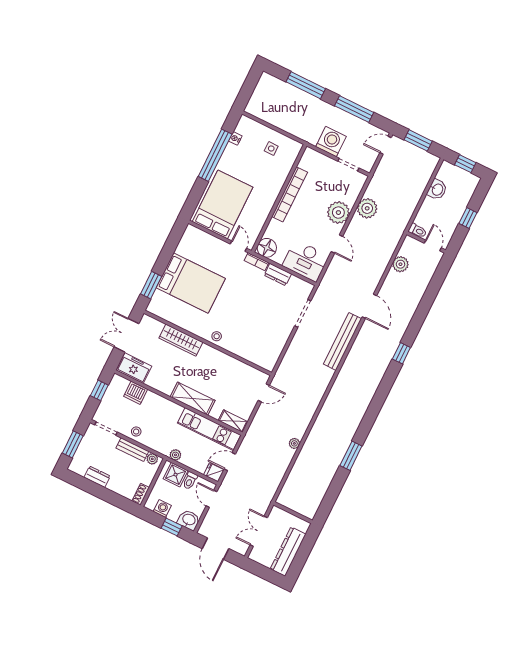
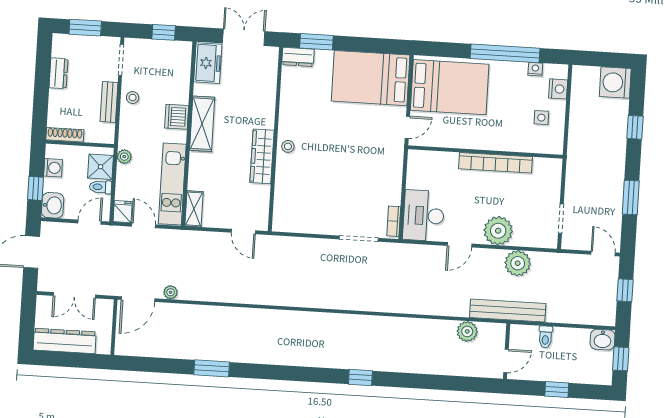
window: (306, 85) -> (635, 127), width x0.46
window: (354, 109) -> (631, 197), width x0.69
nightstand: (256, 128) -> (558, 89), added
window: (418, 140) -> (625, 290), width x0.67
washing machine: (331, 142) -> (615, 83), moved, turned 180
washbasin: (437, 189) -> (603, 340), moved
toilet: (418, 231) -> (545, 337), moved
floor lamp: (267, 248) -> (420, 162), removed
bookcase: (257, 262) -> (394, 221), moved
dresser: (278, 275) -> (298, 57), moved, turned -90
bed: (191, 283) -> (371, 78), moved, turned 90
door: (369, 306) -> (138, 299), moved
wardrobe: (181, 340) -> (262, 156), moved
bench: (342, 341) -> (508, 310), moved
dishwasher: (136, 393) -> (177, 117), moved
shelving: (193, 399) -> (202, 124), moved
plant: (294, 443) -> (171, 292), moved
plant: (152, 459) -> (108, 131), removed
shoe rack: (141, 494) -> (65, 135), width x1.43
double door: (259, 531) -> (74, 295), swing flipped

